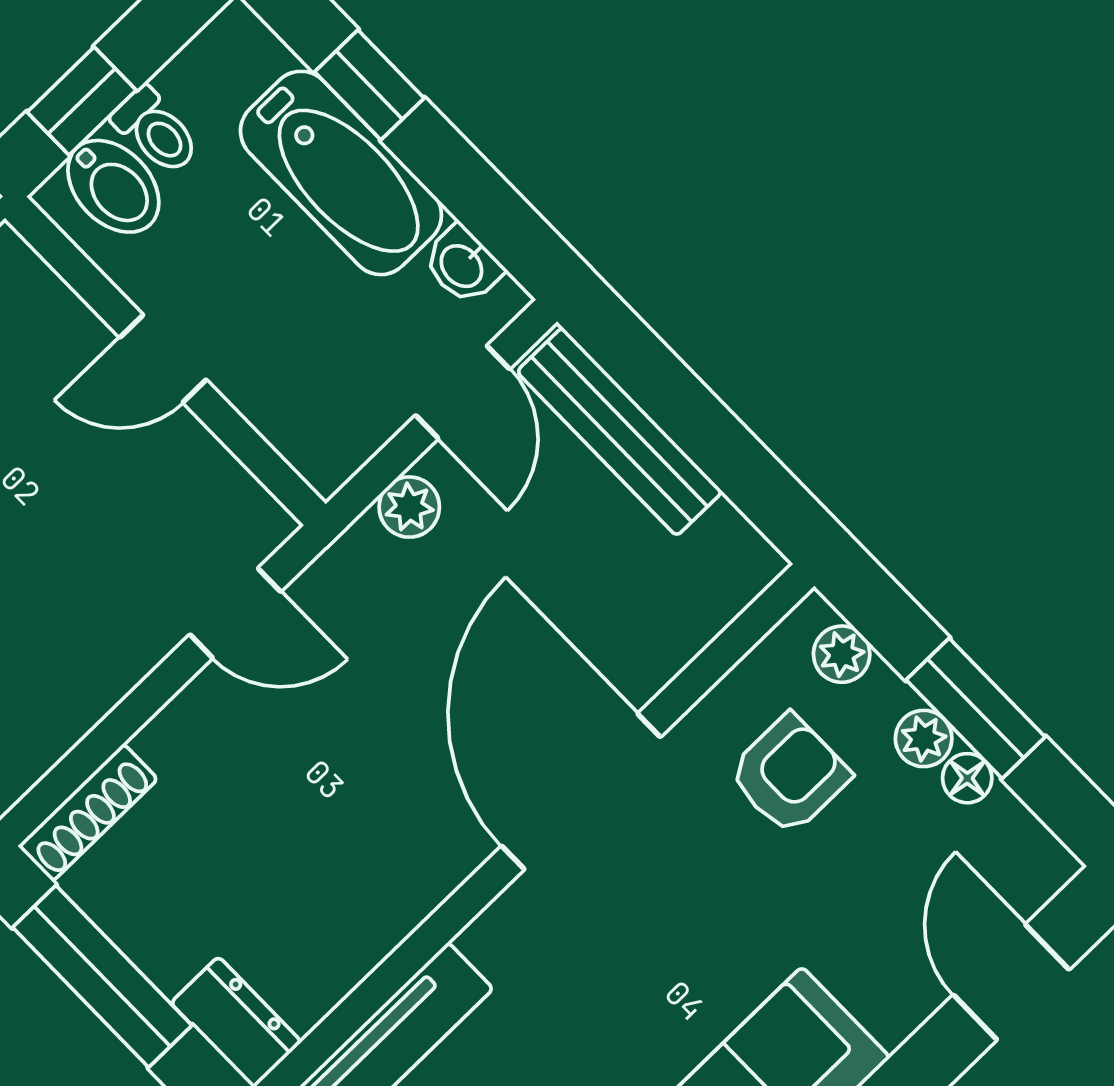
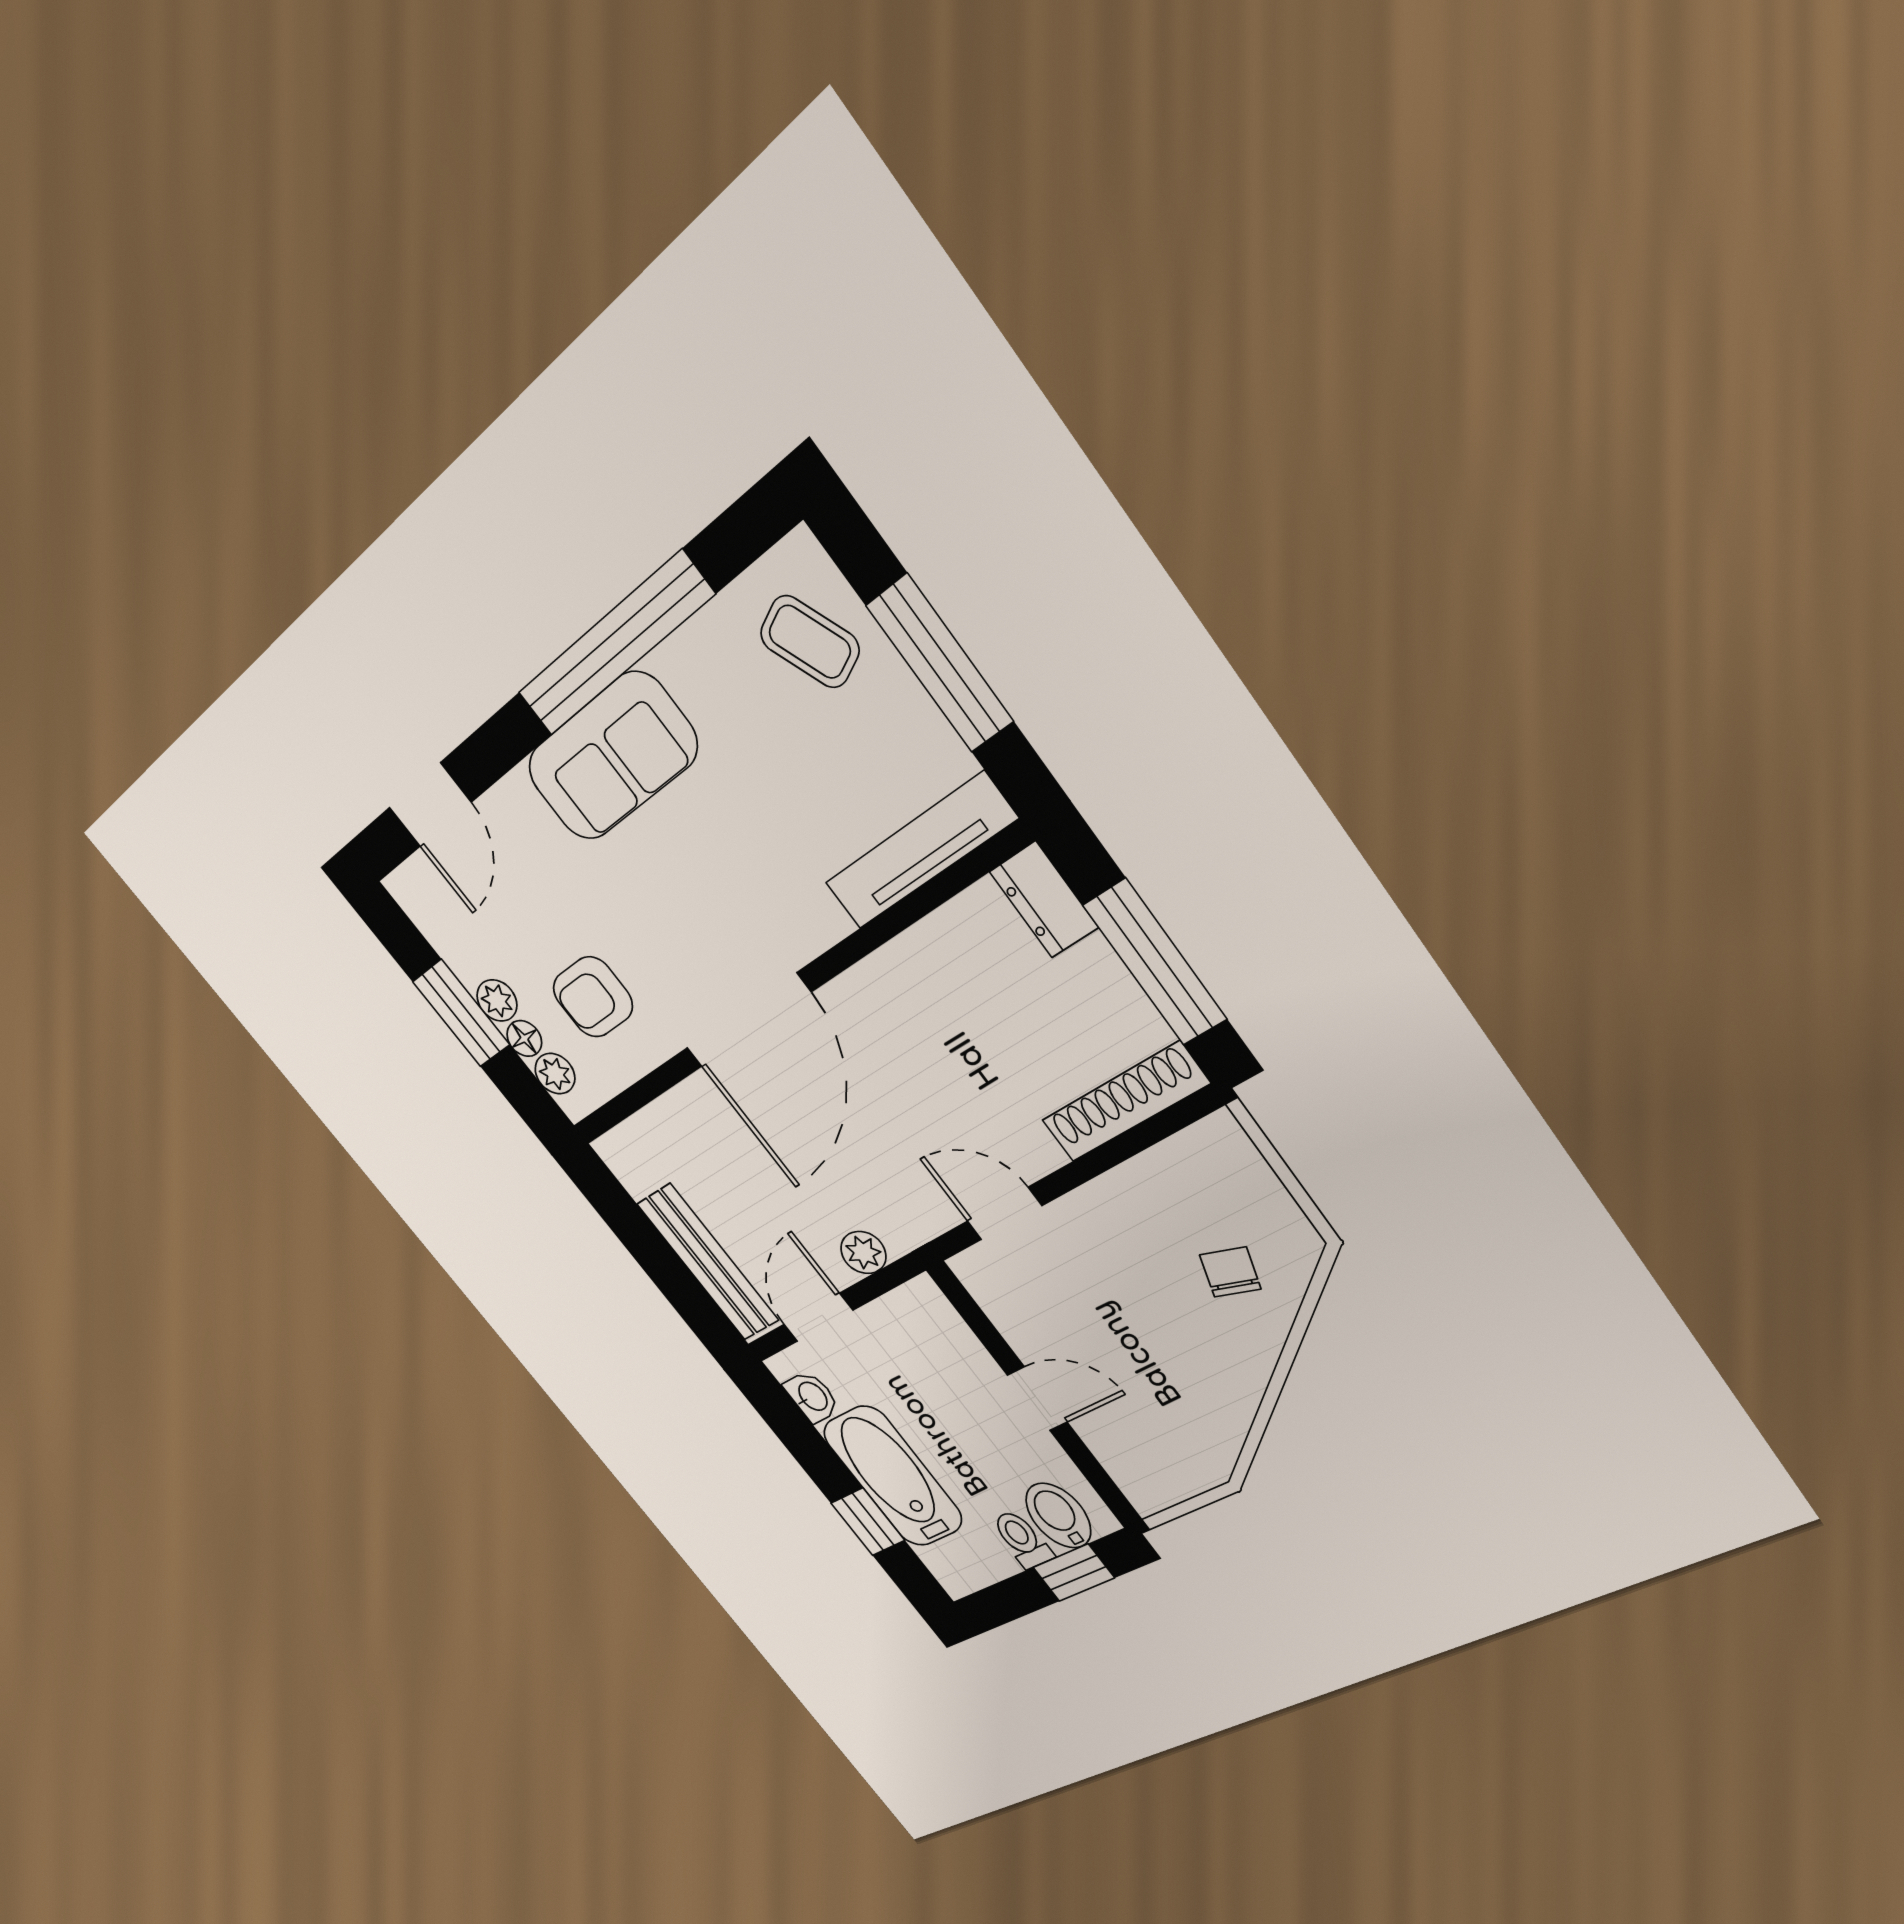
floor lamp: (967, 778) -> (524, 1039), moved
shoe rack: (88, 813) -> (1125, 1102), width x1.36, depth x1.24

